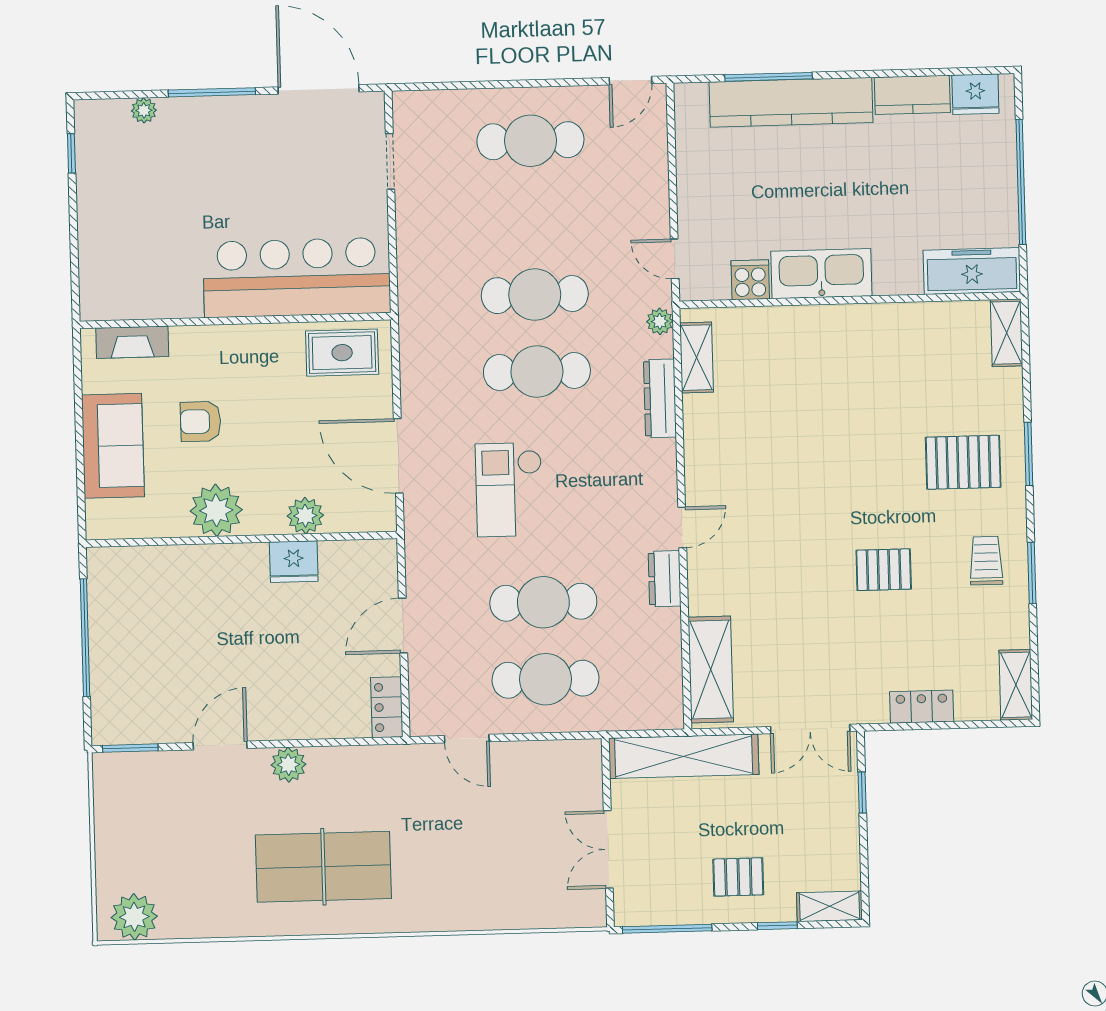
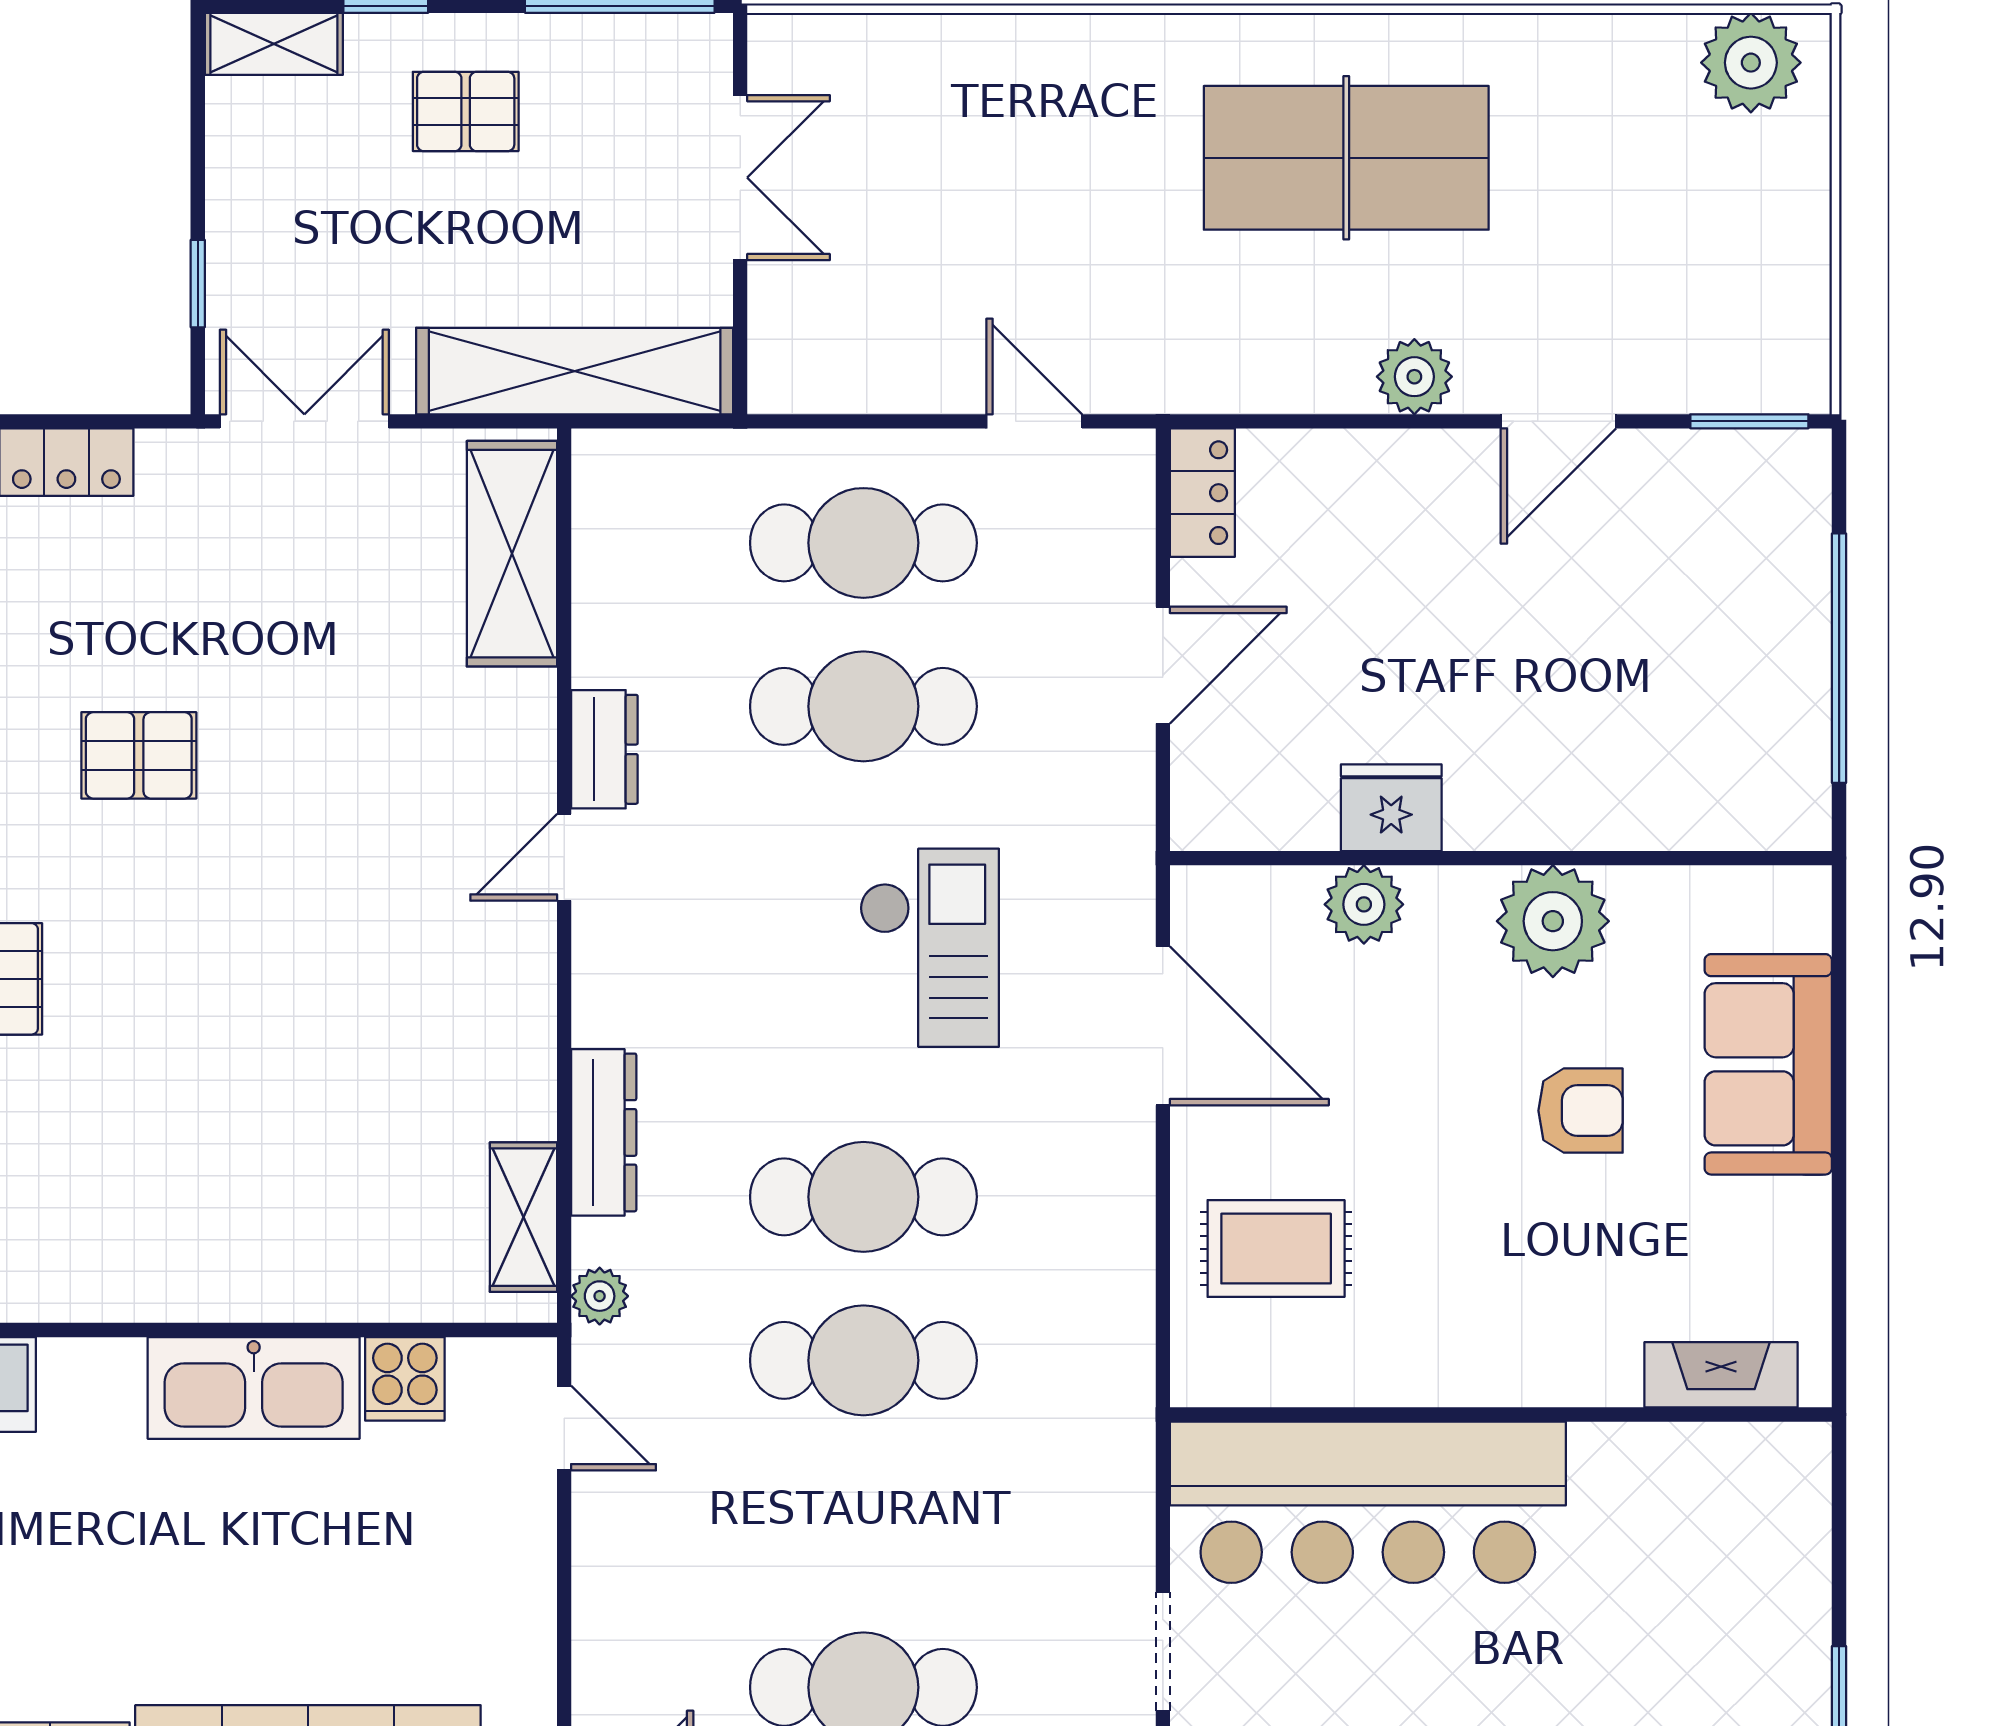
bar counter: (297, 278) -> (1368, 1502), moved
wall: (235, 321) -> (1501, 1415), moved
fireplace: (132, 342) -> (1721, 1375), moved

